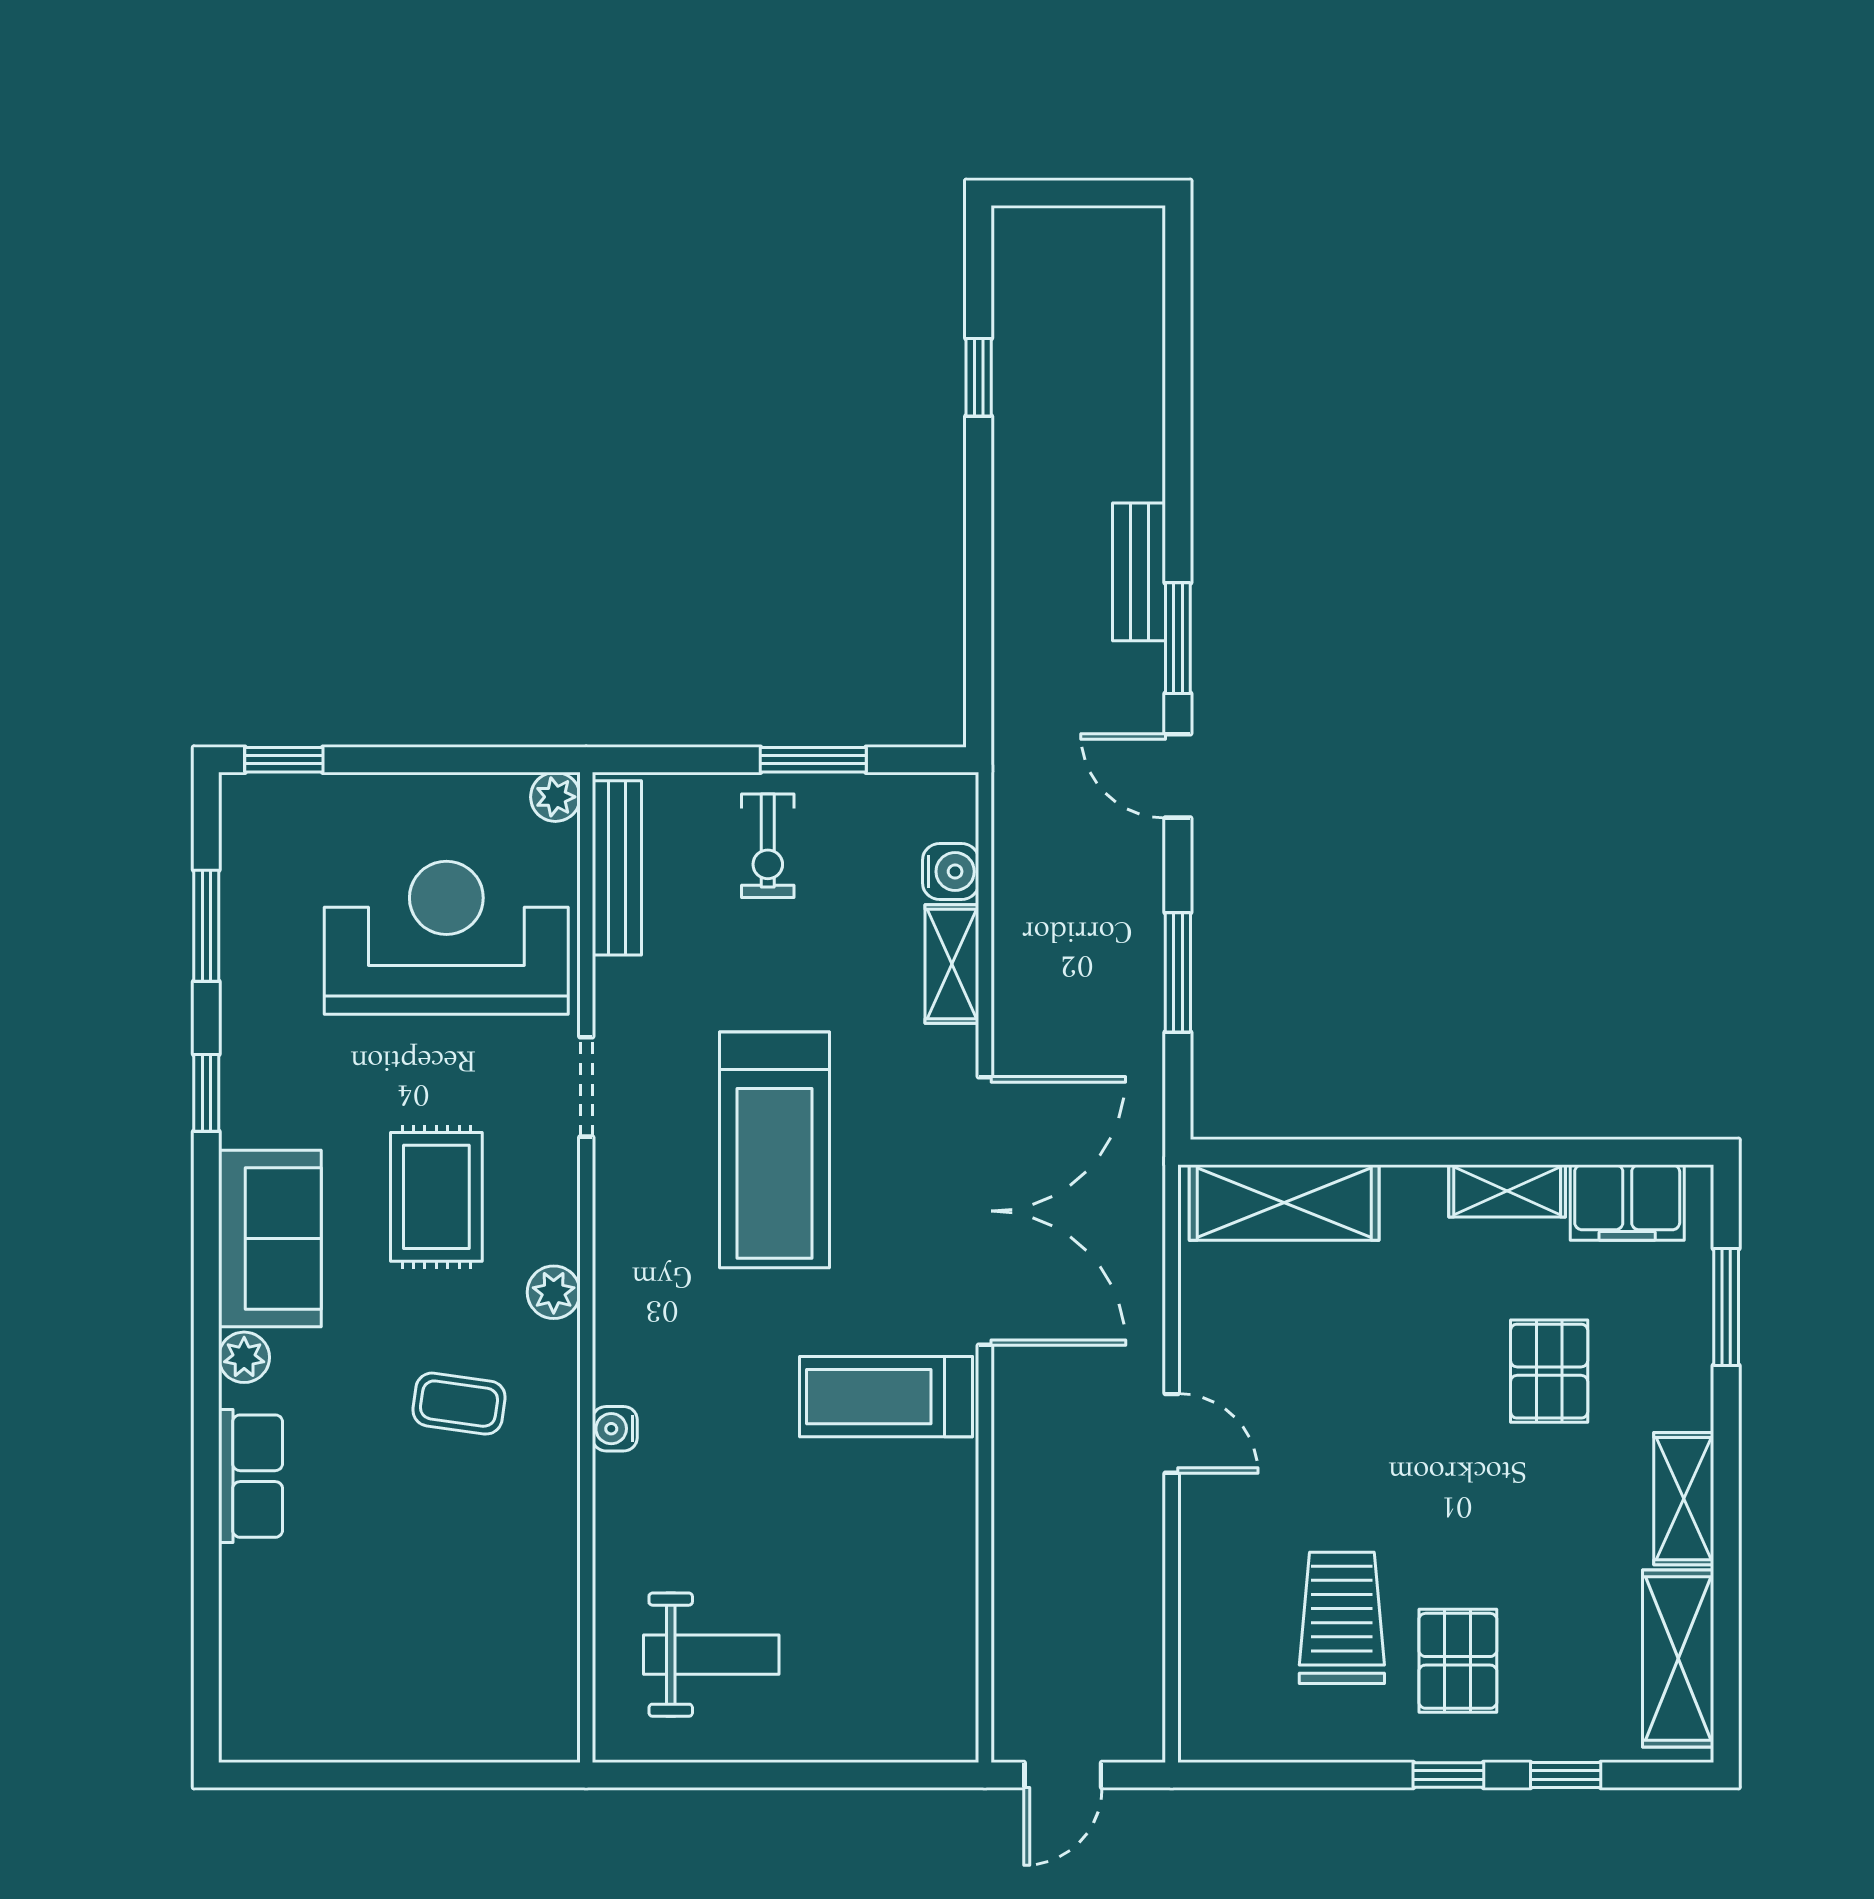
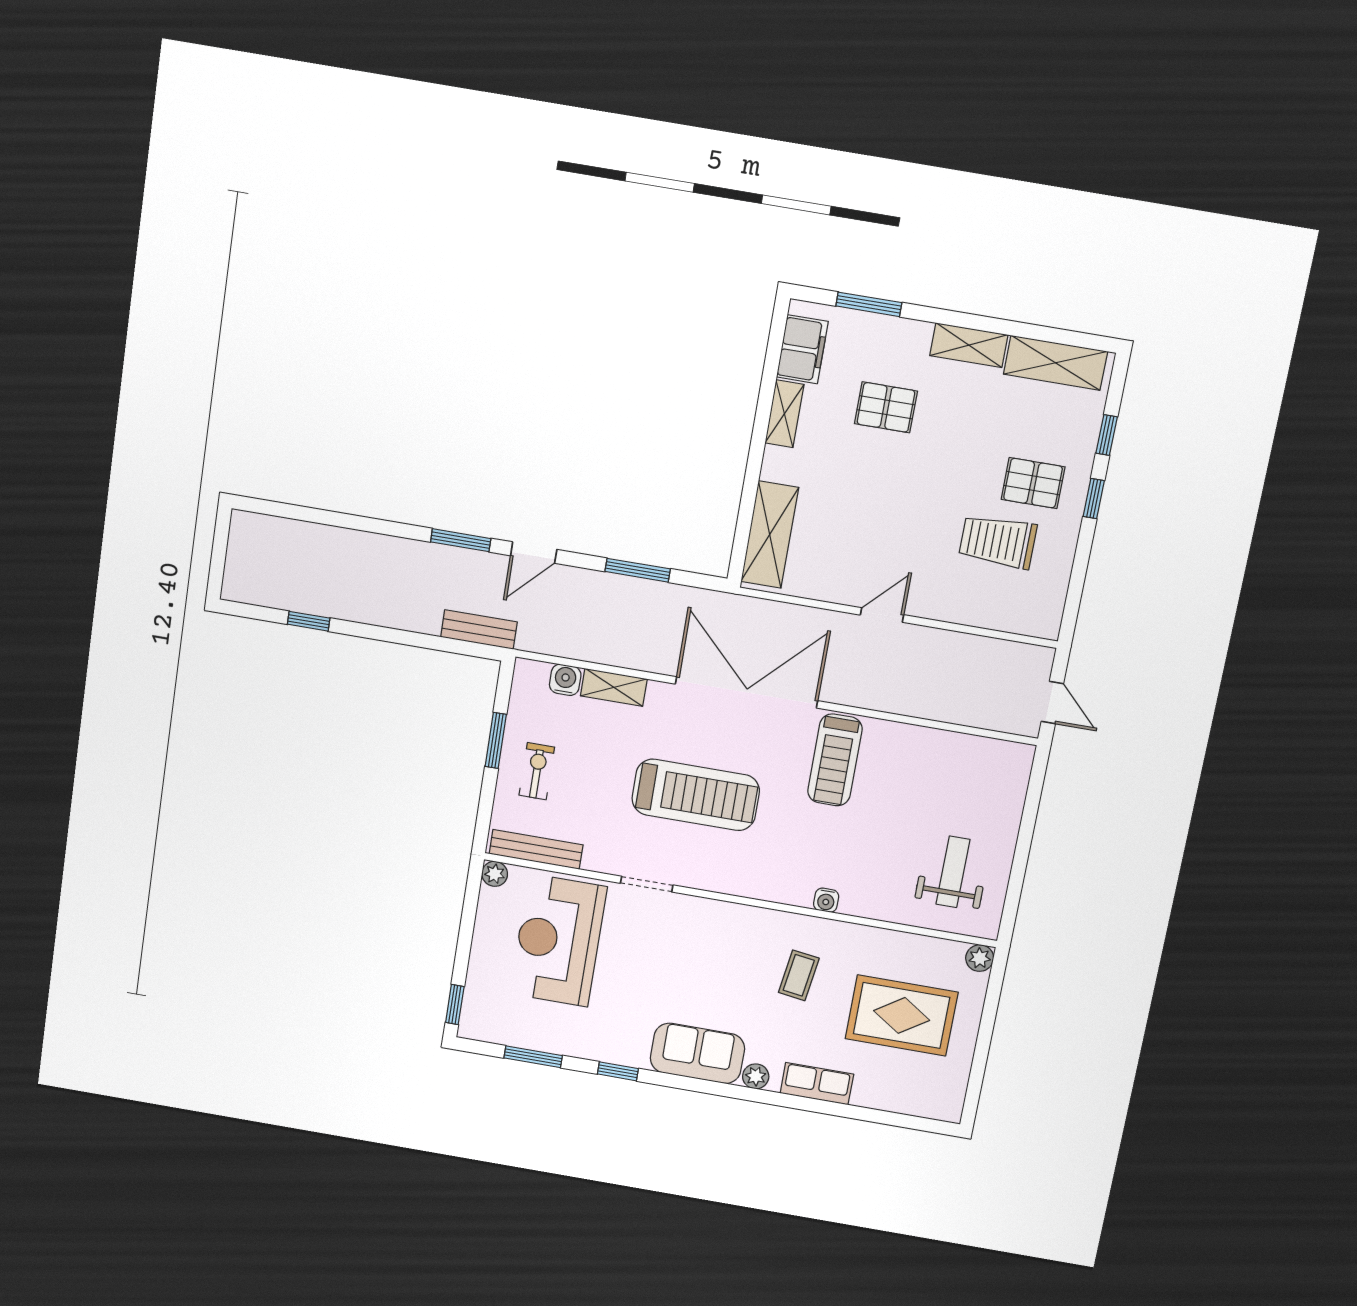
bench: (1139, 572) -> (479, 630), moved
exercise bike: (768, 846) -> (537, 771), turned -90
rug: (436, 1197) -> (902, 1015), moved, width x1.36, depth x1.43
plant: (554, 1292) -> (980, 958), moved

